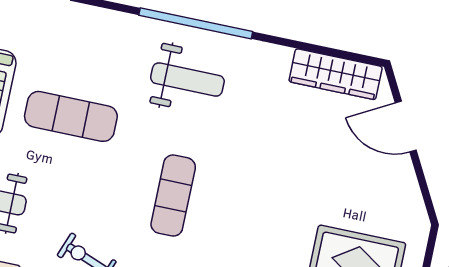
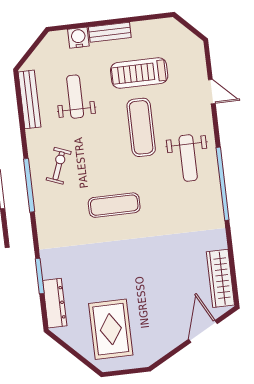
weight bench: (187, 79) -> (188, 158), moved

